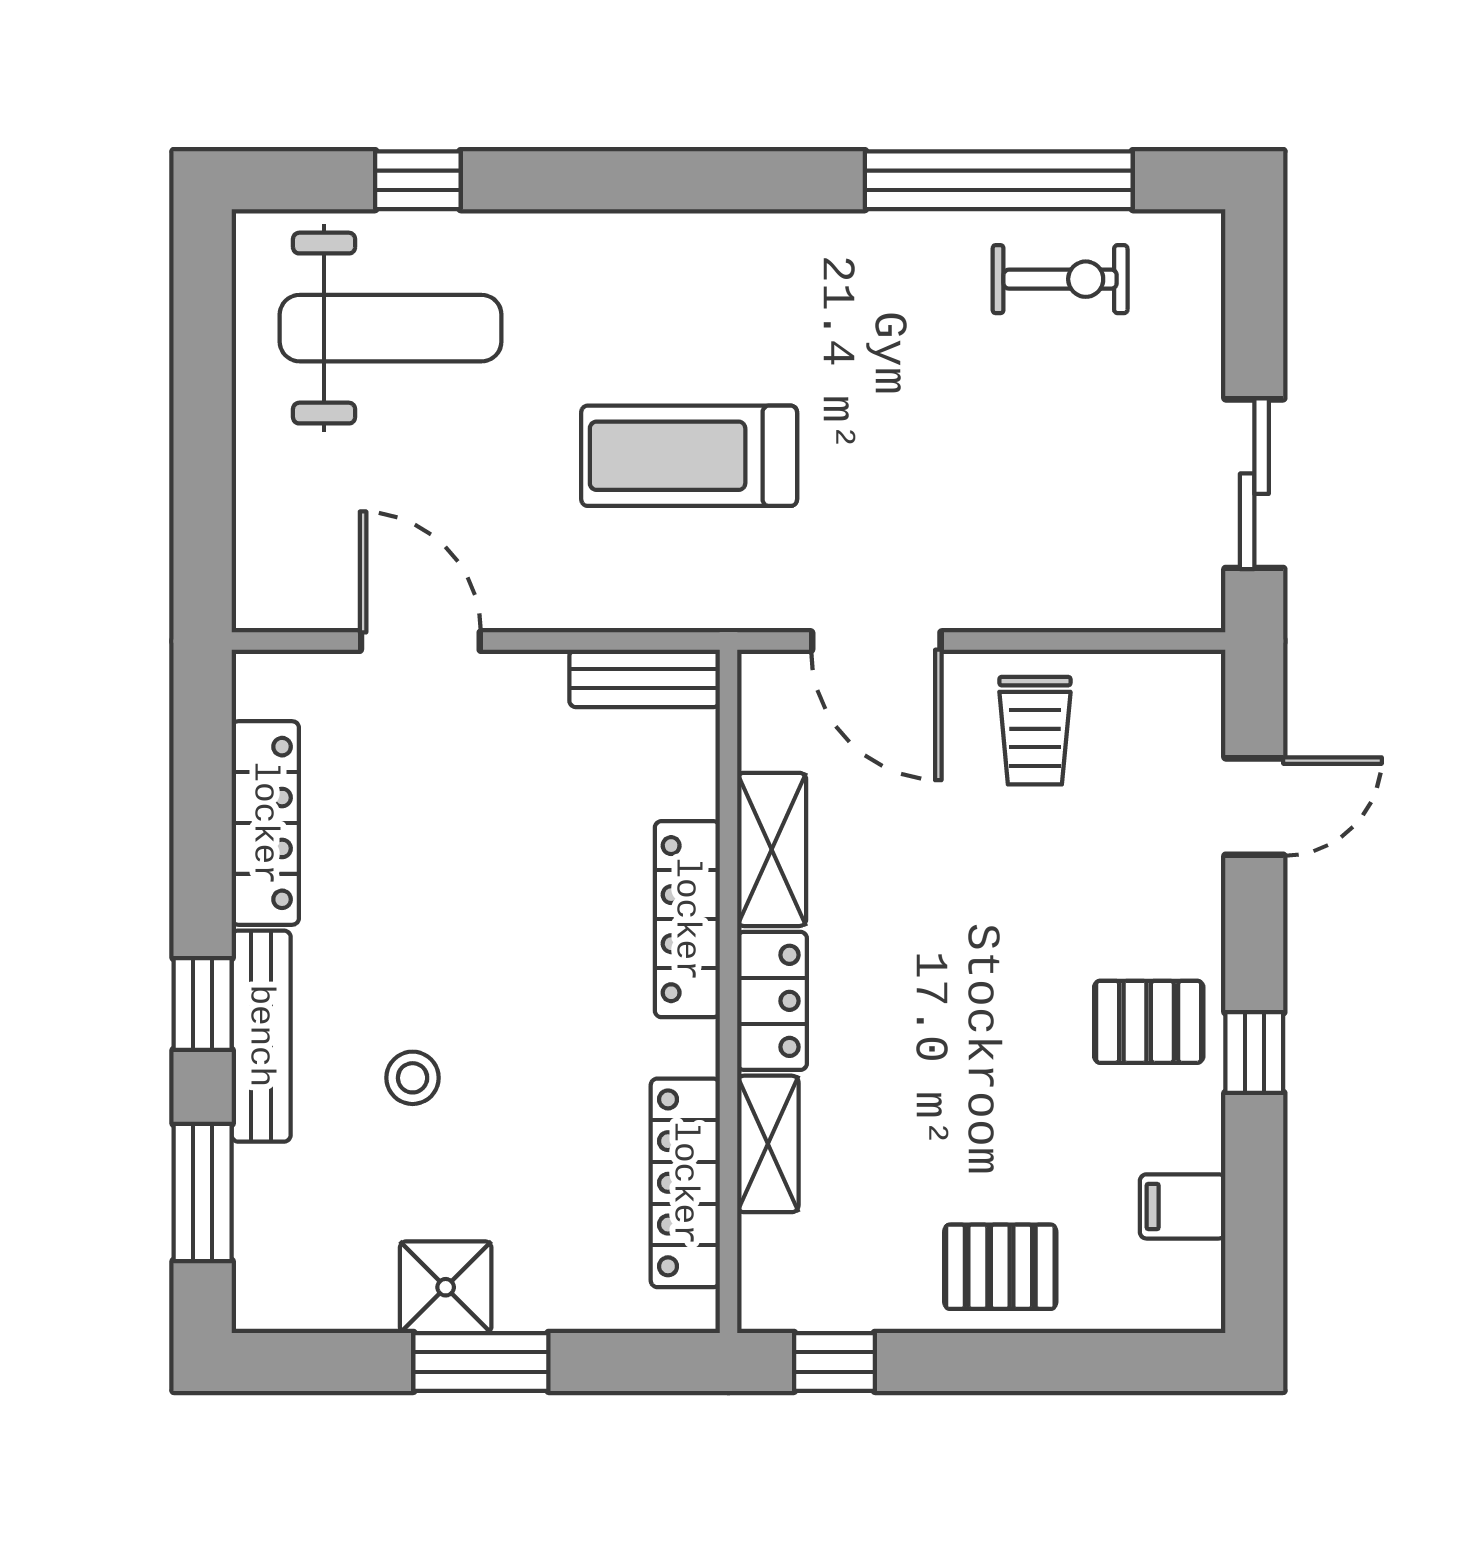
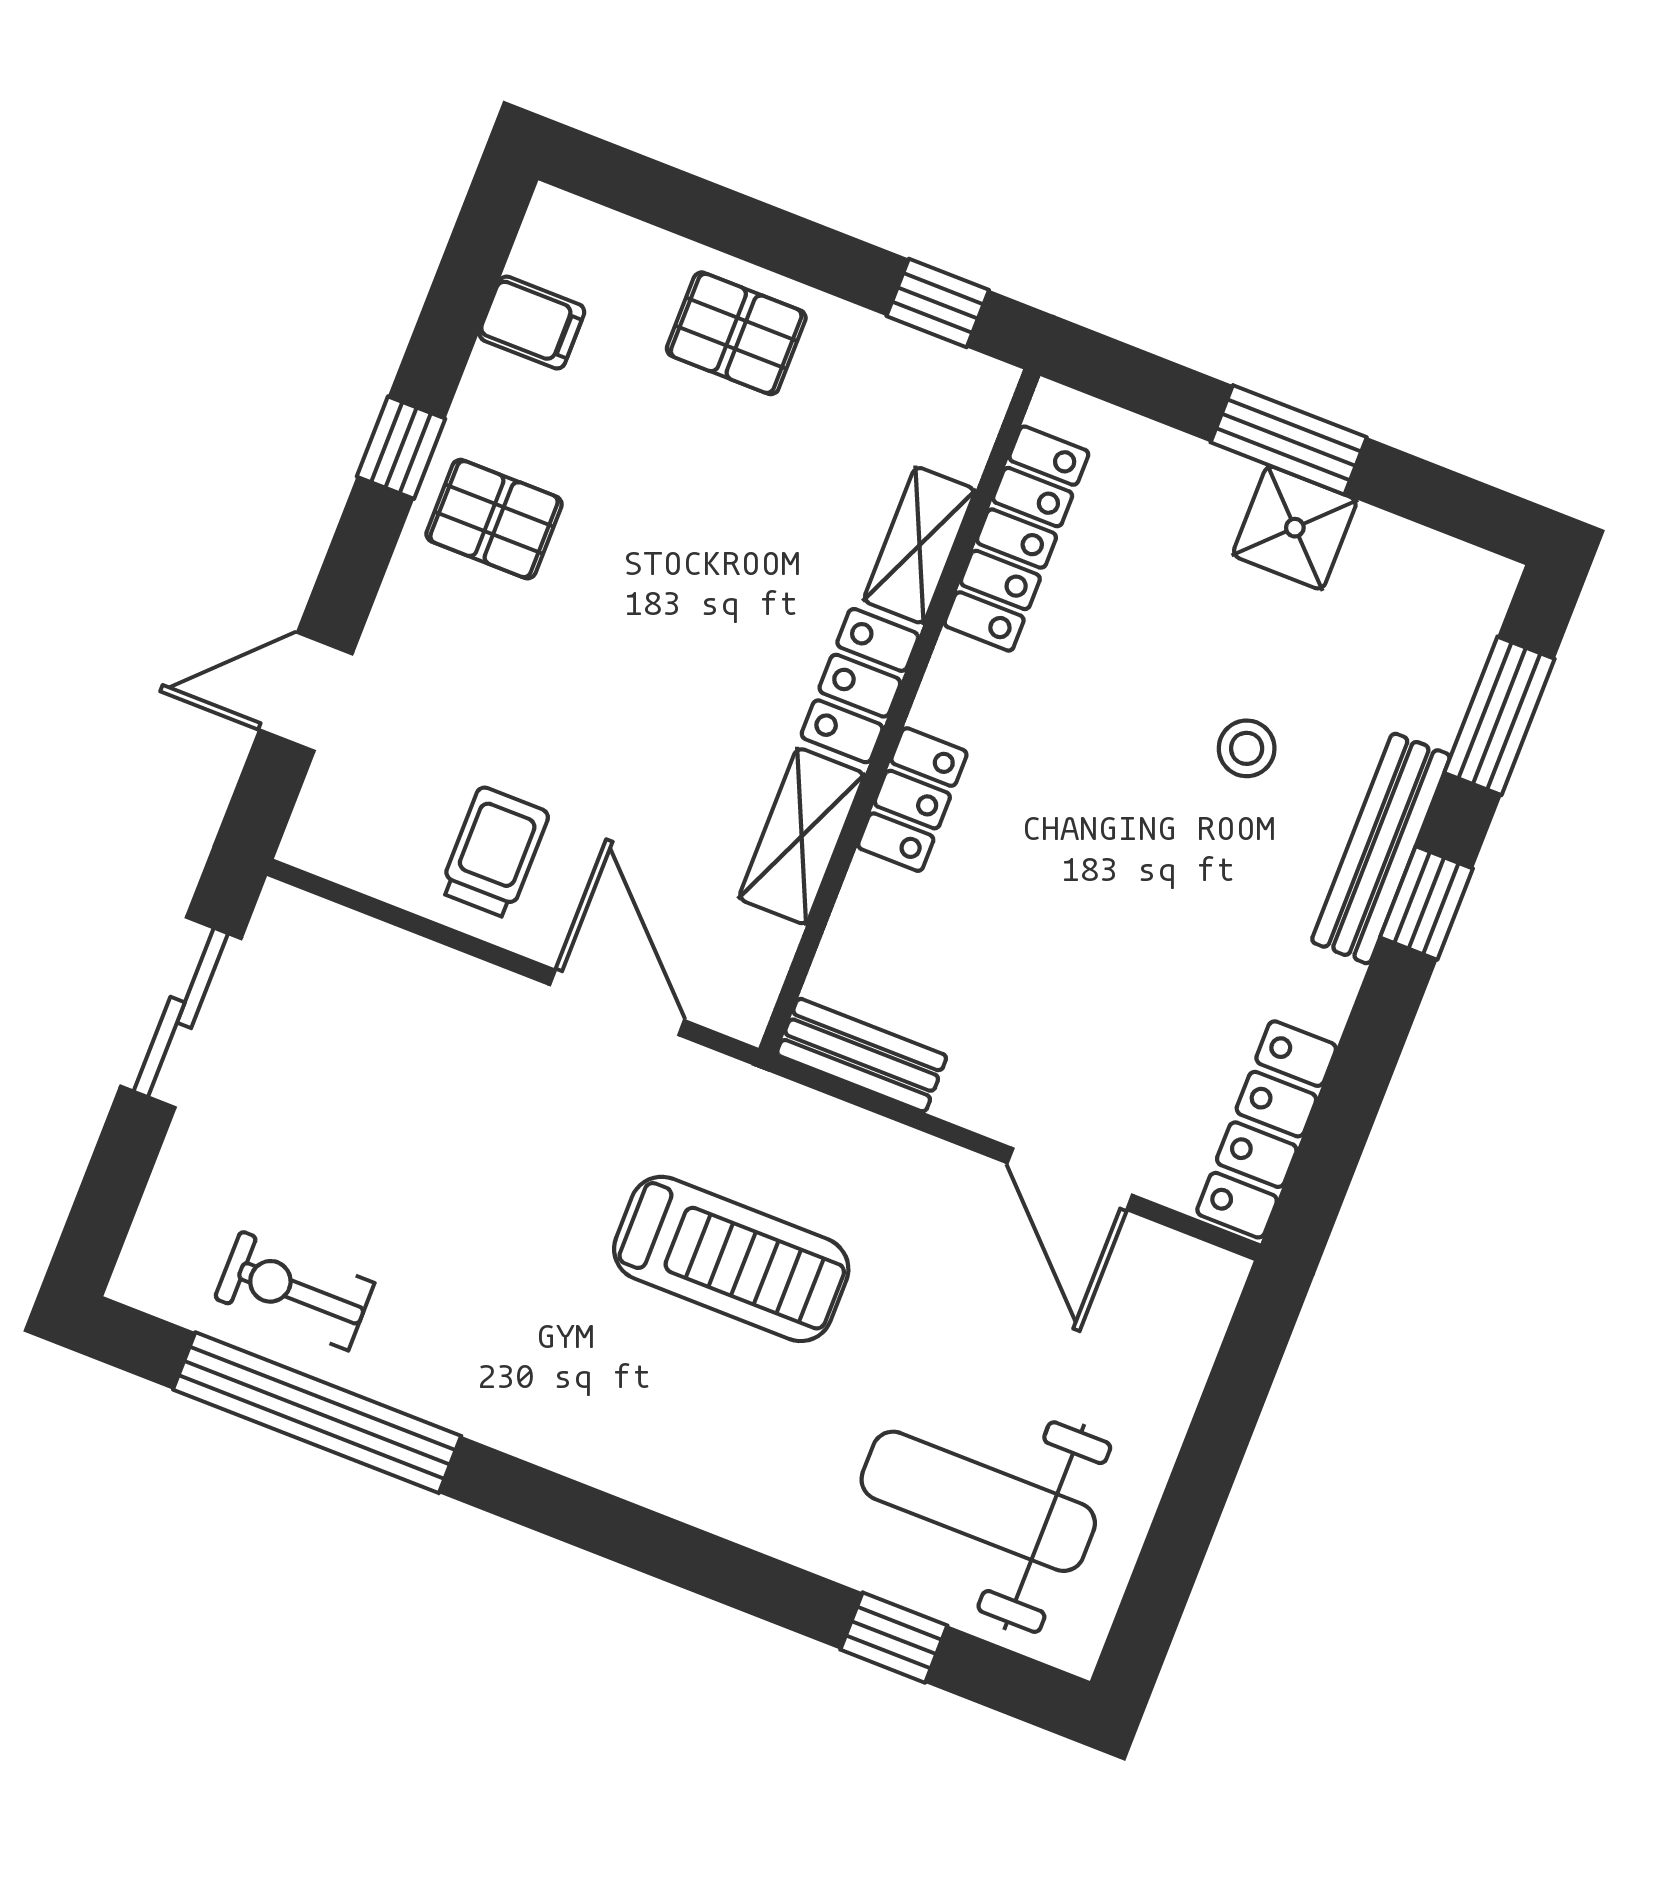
locker: (265, 823) -> (1267, 1129), moved
locker: (687, 919) -> (912, 800), width x0.66

